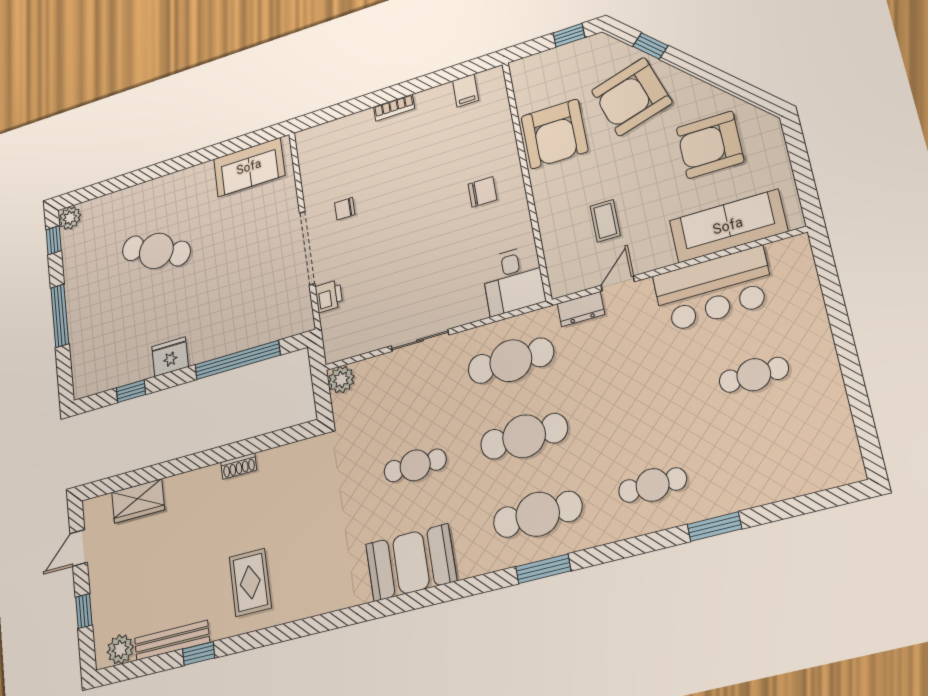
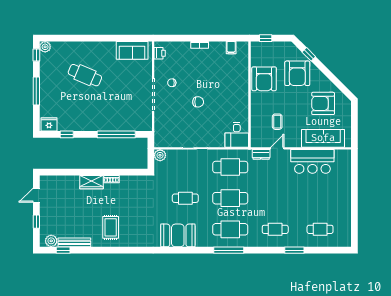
window: (569, 35) -> (266, 38), moved
armchair: (632, 97) -> (297, 73), turned -73
chair: (482, 192) -> (198, 102), moved
printer: (329, 296) -> (160, 53), moved
fridge: (170, 357) -> (49, 124), moved
cafe table: (754, 375) -> (320, 229), moved
wardrobe: (138, 501) -> (91, 182), moved
window: (543, 569) -> (229, 250), width x1.44
window: (199, 653) -> (63, 250), moved

